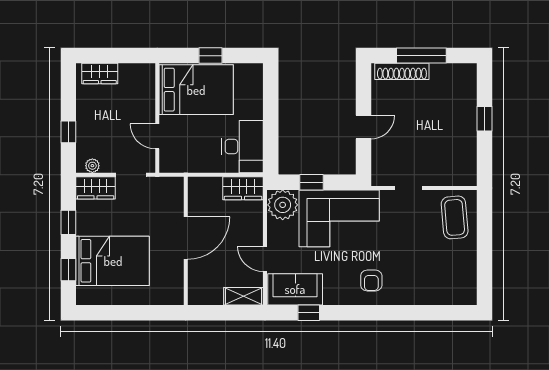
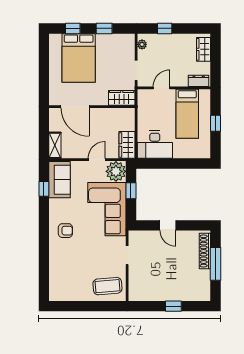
dresser: (147, 81) -> (199, 81), added
bed: (196, 90) -> (187, 114), width x0.67
wardrobe: (96, 188) -> (122, 98), moved, turned 90
door: (186, 238) -> (75, 107), moved
door: (265, 259) -> (97, 160), moved
armchair: (371, 281) -> (65, 231), turned 180

